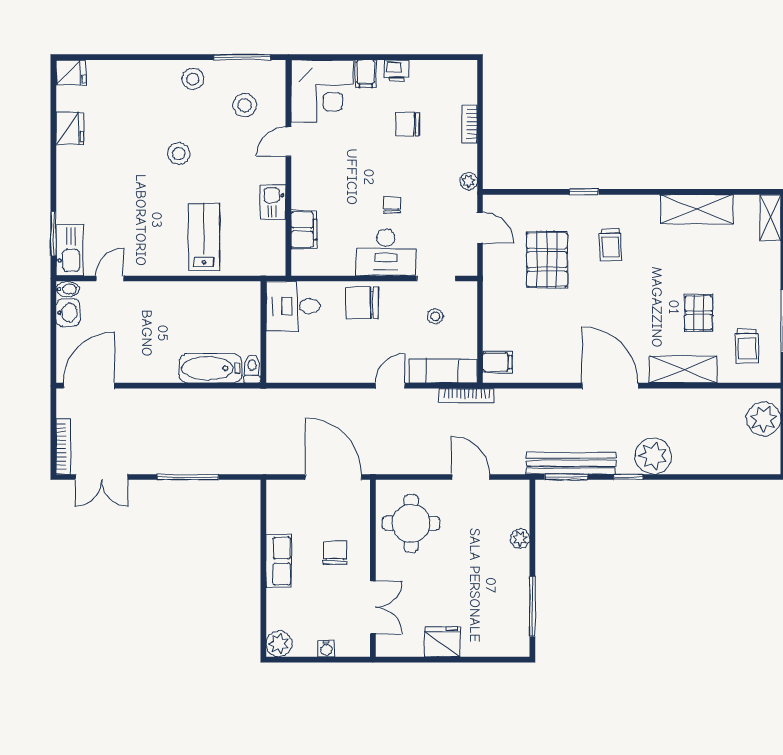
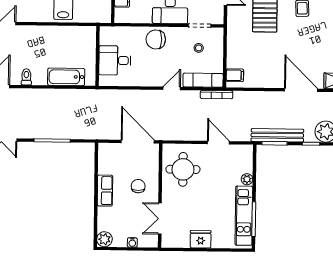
desk: (293, 306) -> (115, 60), moved
toilet: (252, 369) -> (26, 77), moved
kitchen unit: (516, 601) -> (244, 216), added
double door: (373, 607) -> (160, 219), swing flipped

